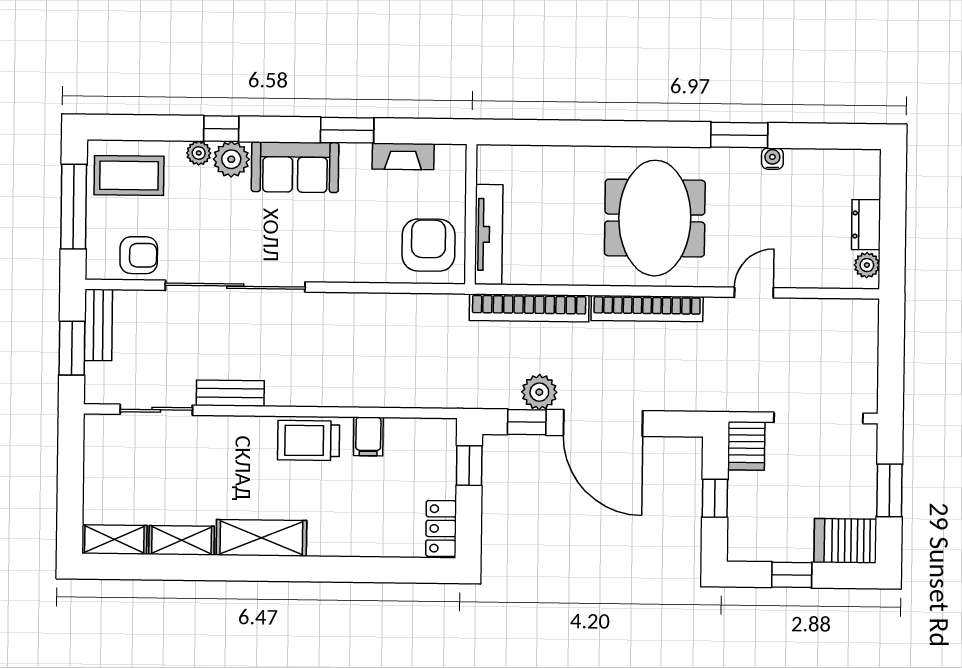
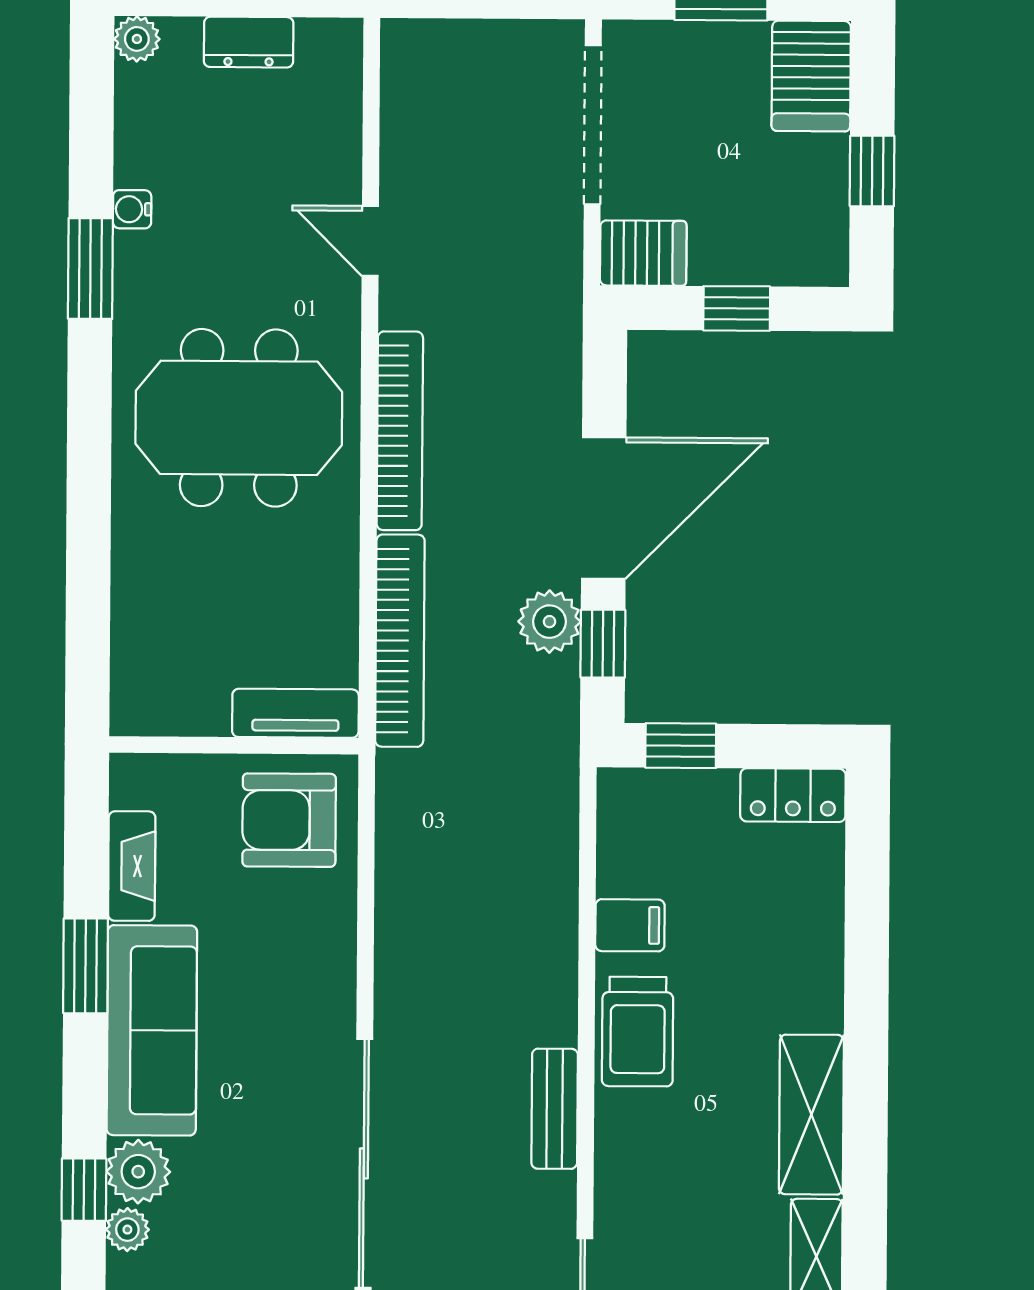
sofa: (295, 167) -> (152, 1030), width x1.36
tv unit: (489, 234) -> (295, 713), width x0.71
plant: (867, 265) -> (137, 39), moved
bench: (230, 393) -> (555, 1109), moved

